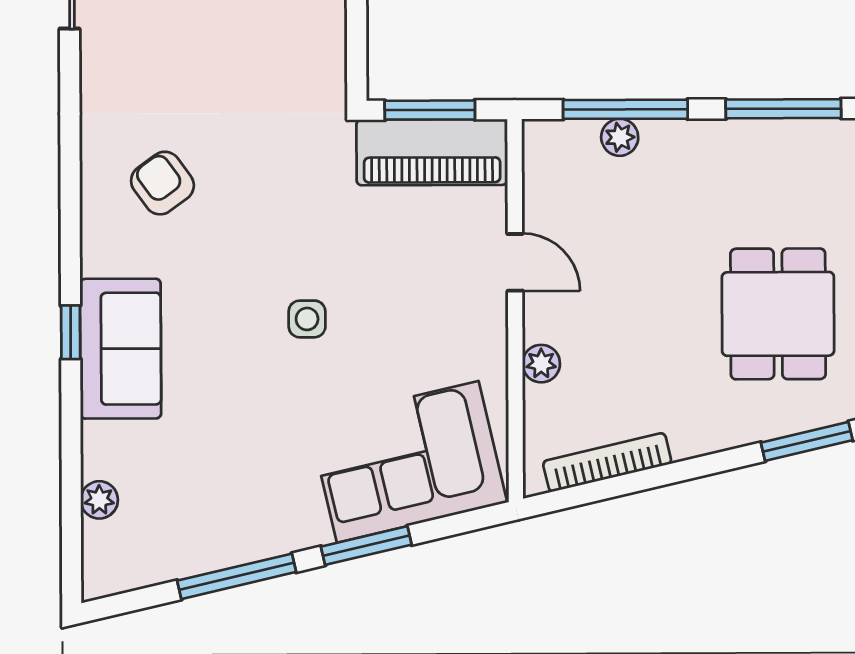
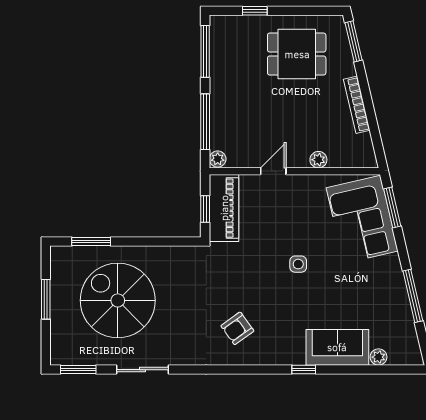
window: (430, 110) -> (205, 209), width x0.67
plant: (620, 137) -> (218, 159), moved
sofa: (120, 349) -> (337, 347), moved
bookcase: (607, 462) -> (357, 105), moved
window: (366, 546) -> (392, 207), moved

